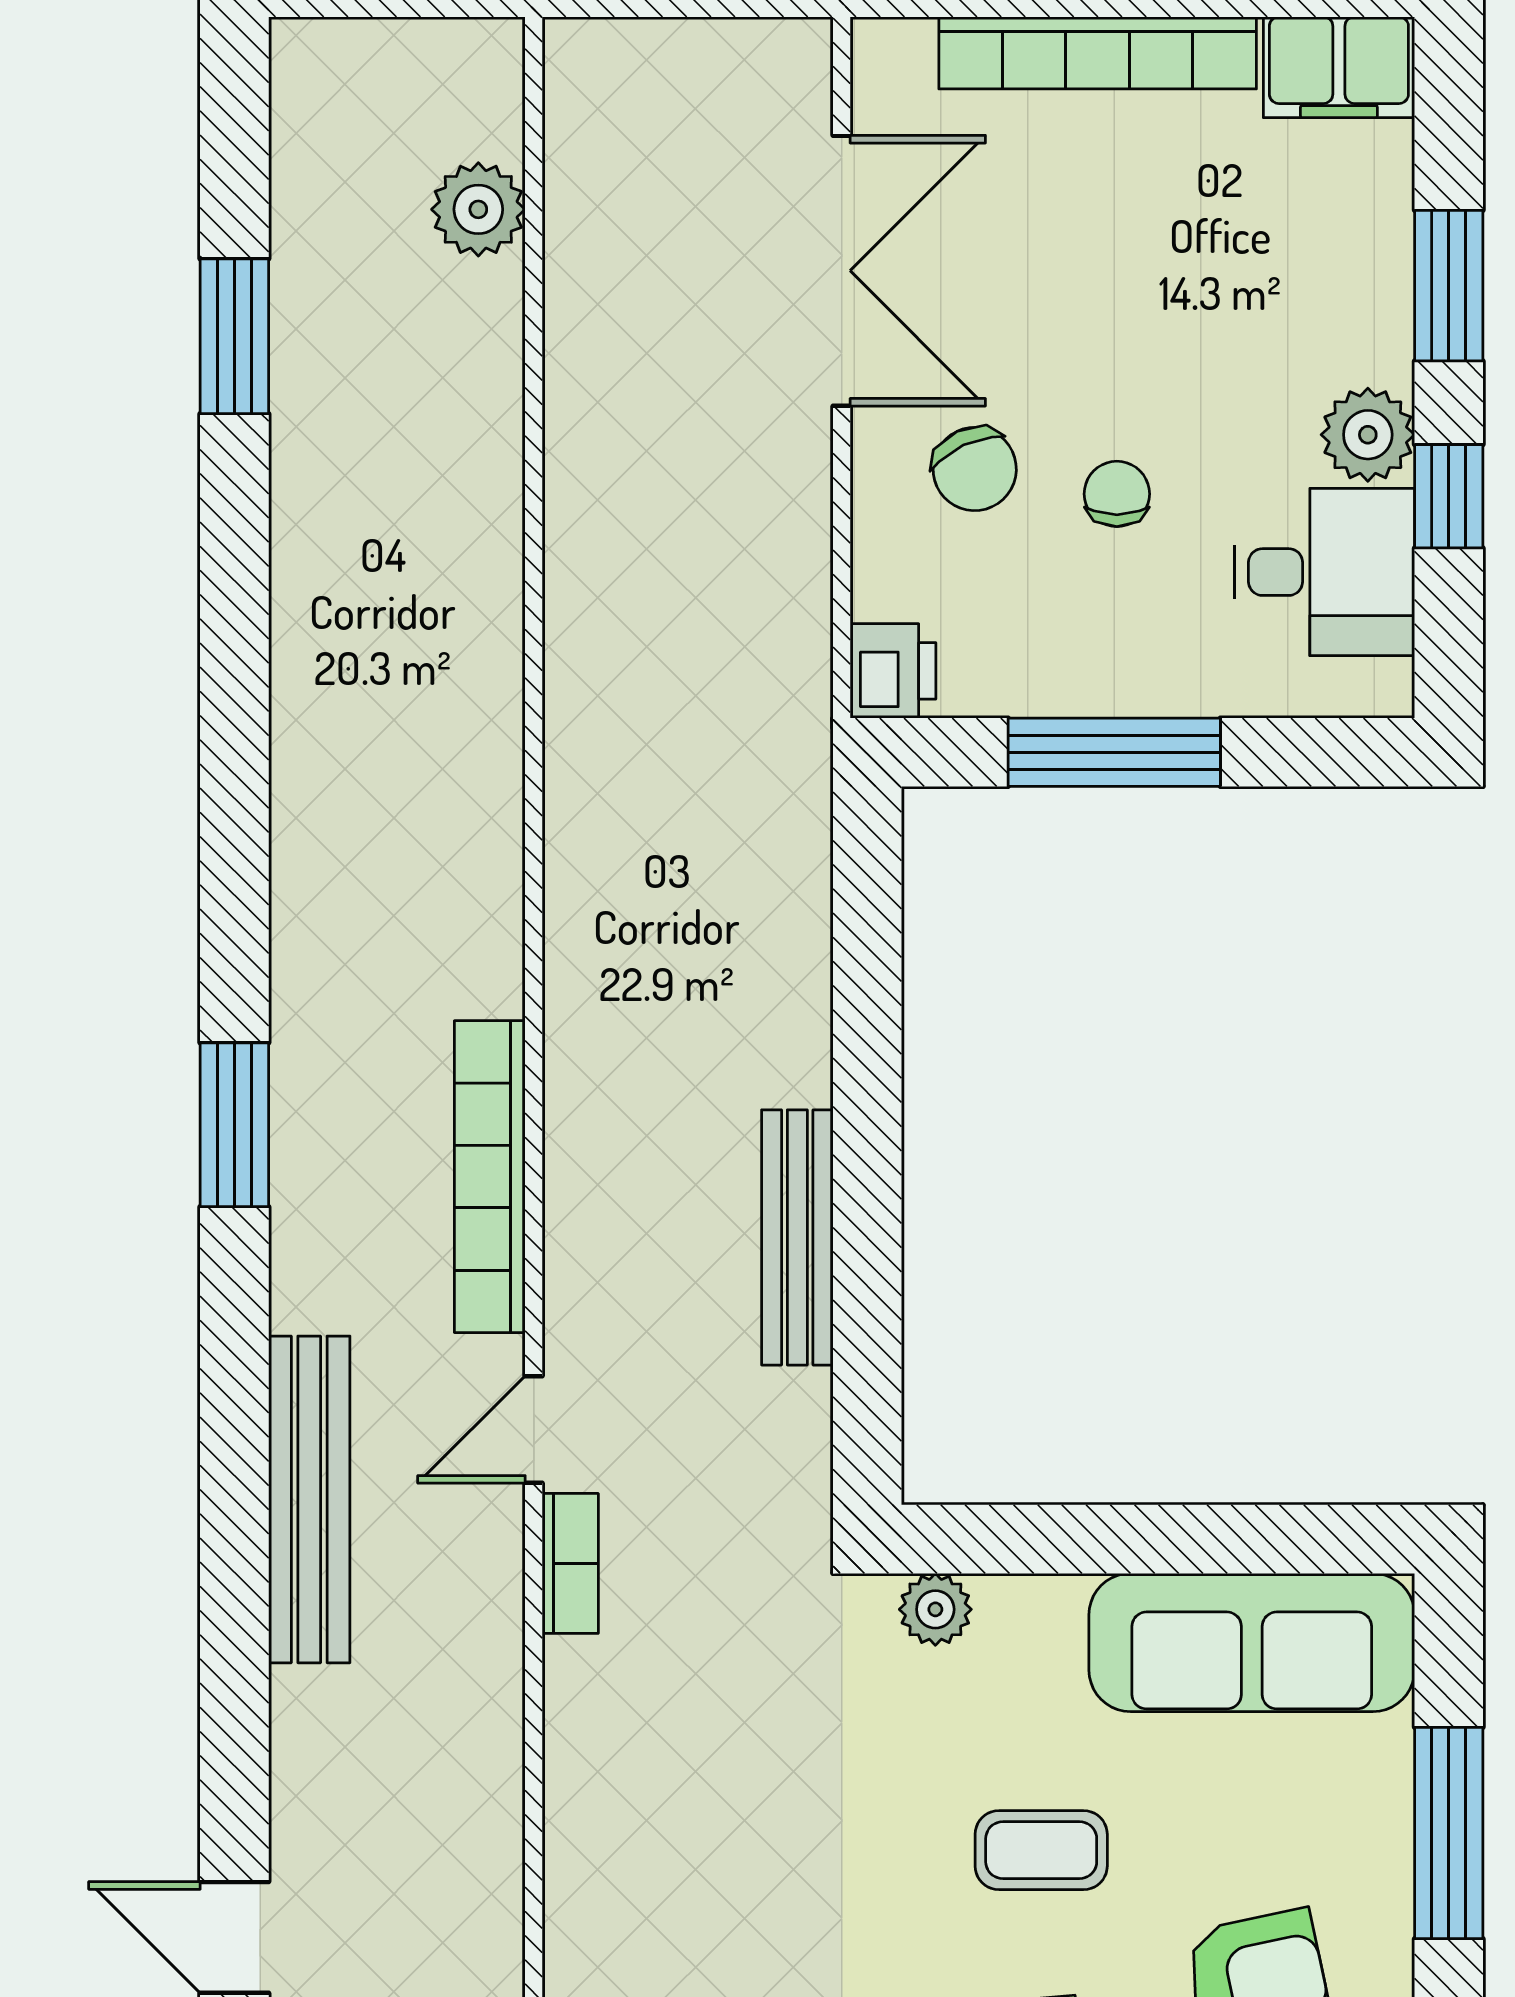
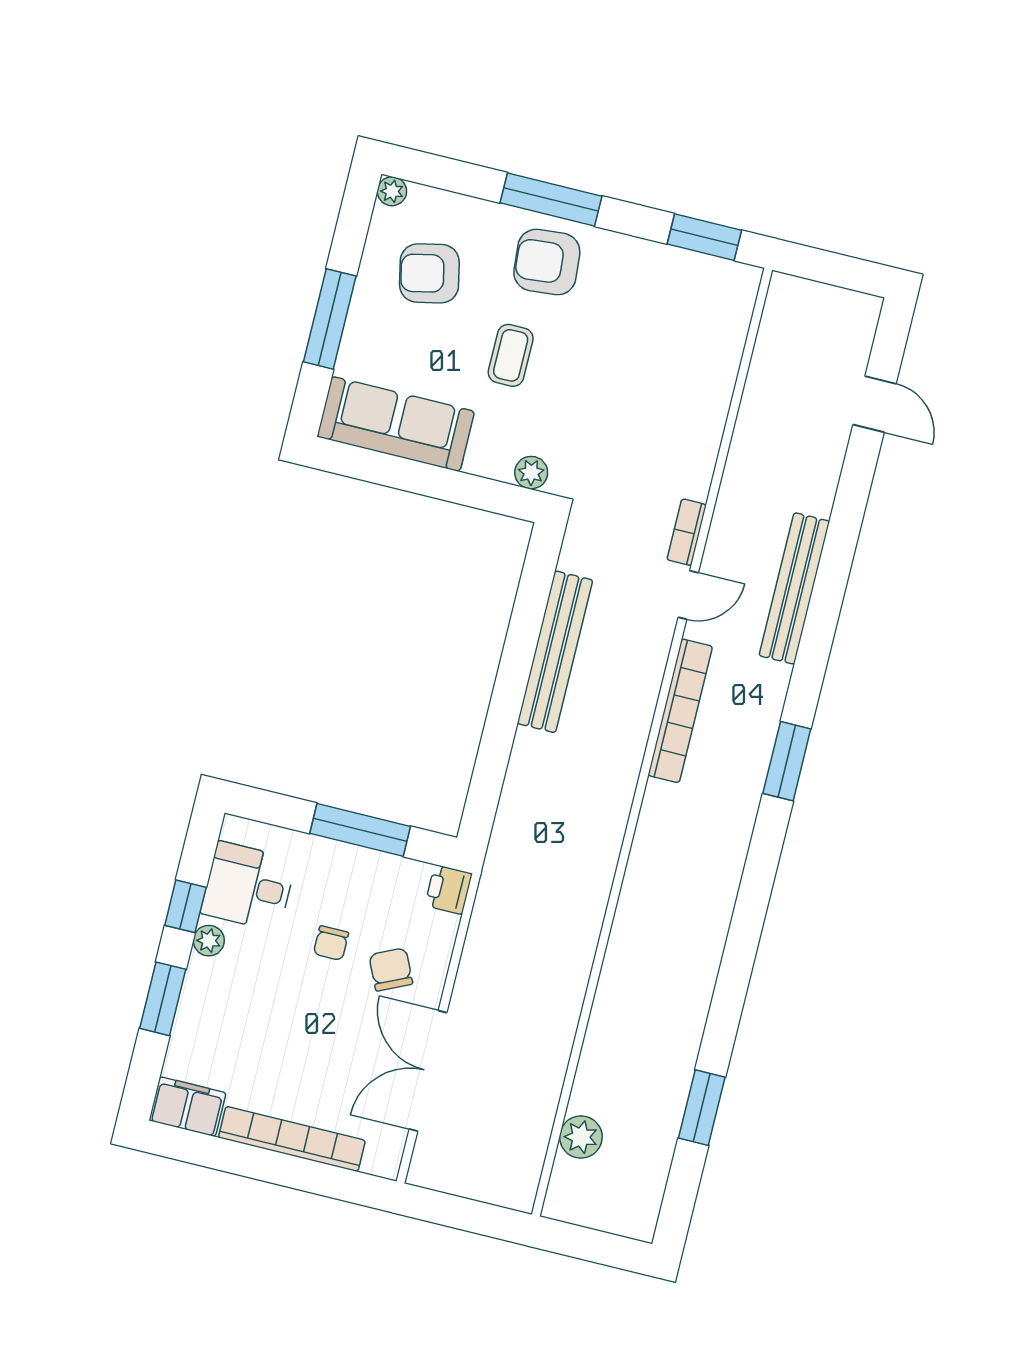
plant: (1368, 435) -> (209, 941), width x0.73, depth x0.73
bench: (797, 1237) -> (555, 652), width x1.37, depth x1.21
coffee table: (1041, 1850) -> (511, 355), turned 90

